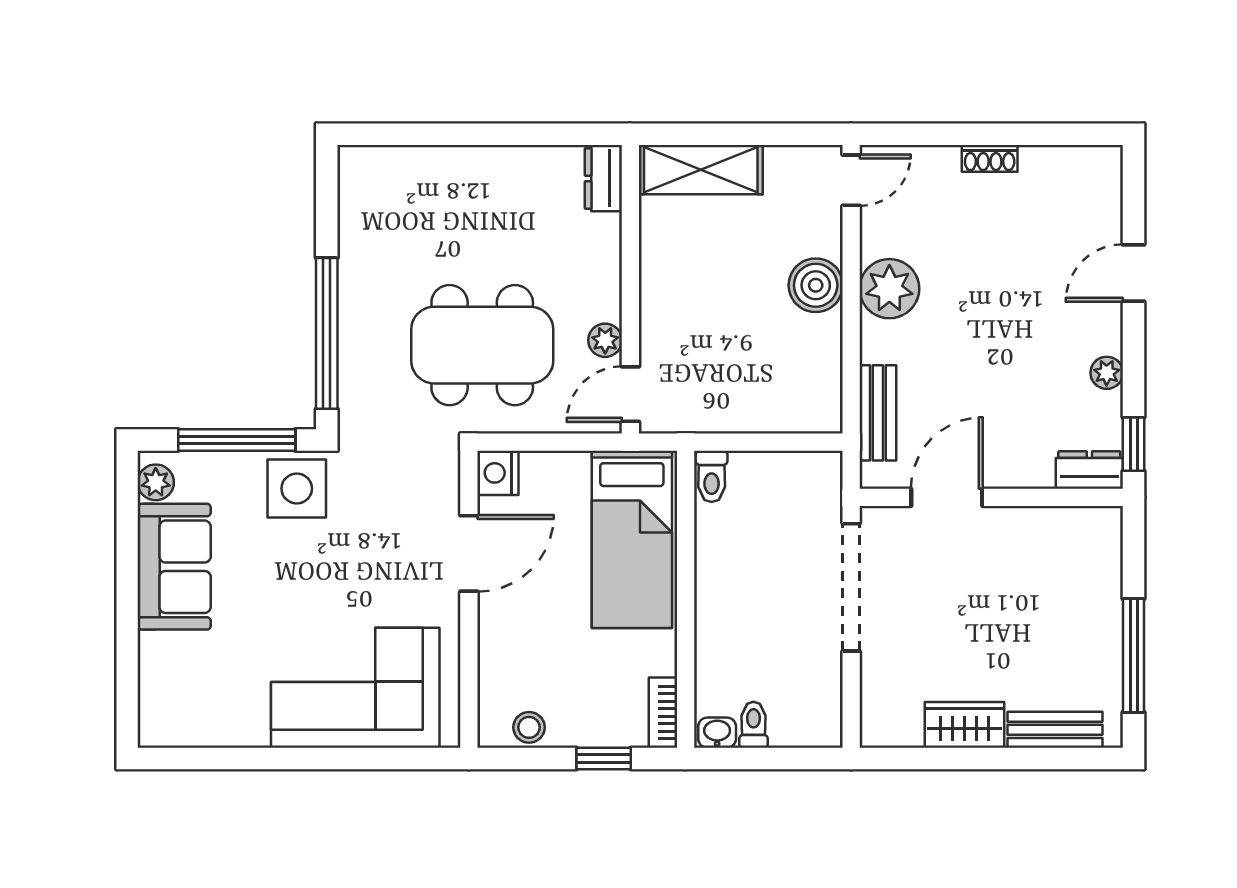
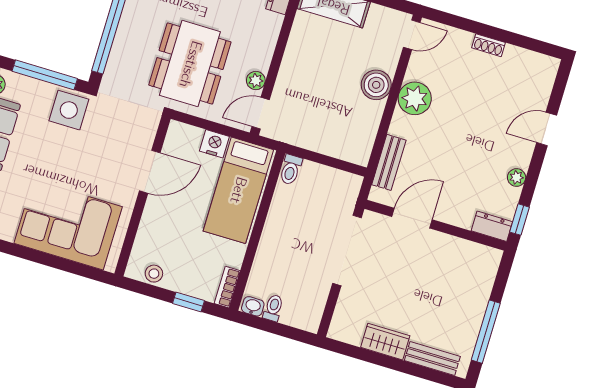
dining table: (482, 345) -> (190, 64), turned 90
nightstand: (498, 473) -> (214, 144), moved, turned 90

